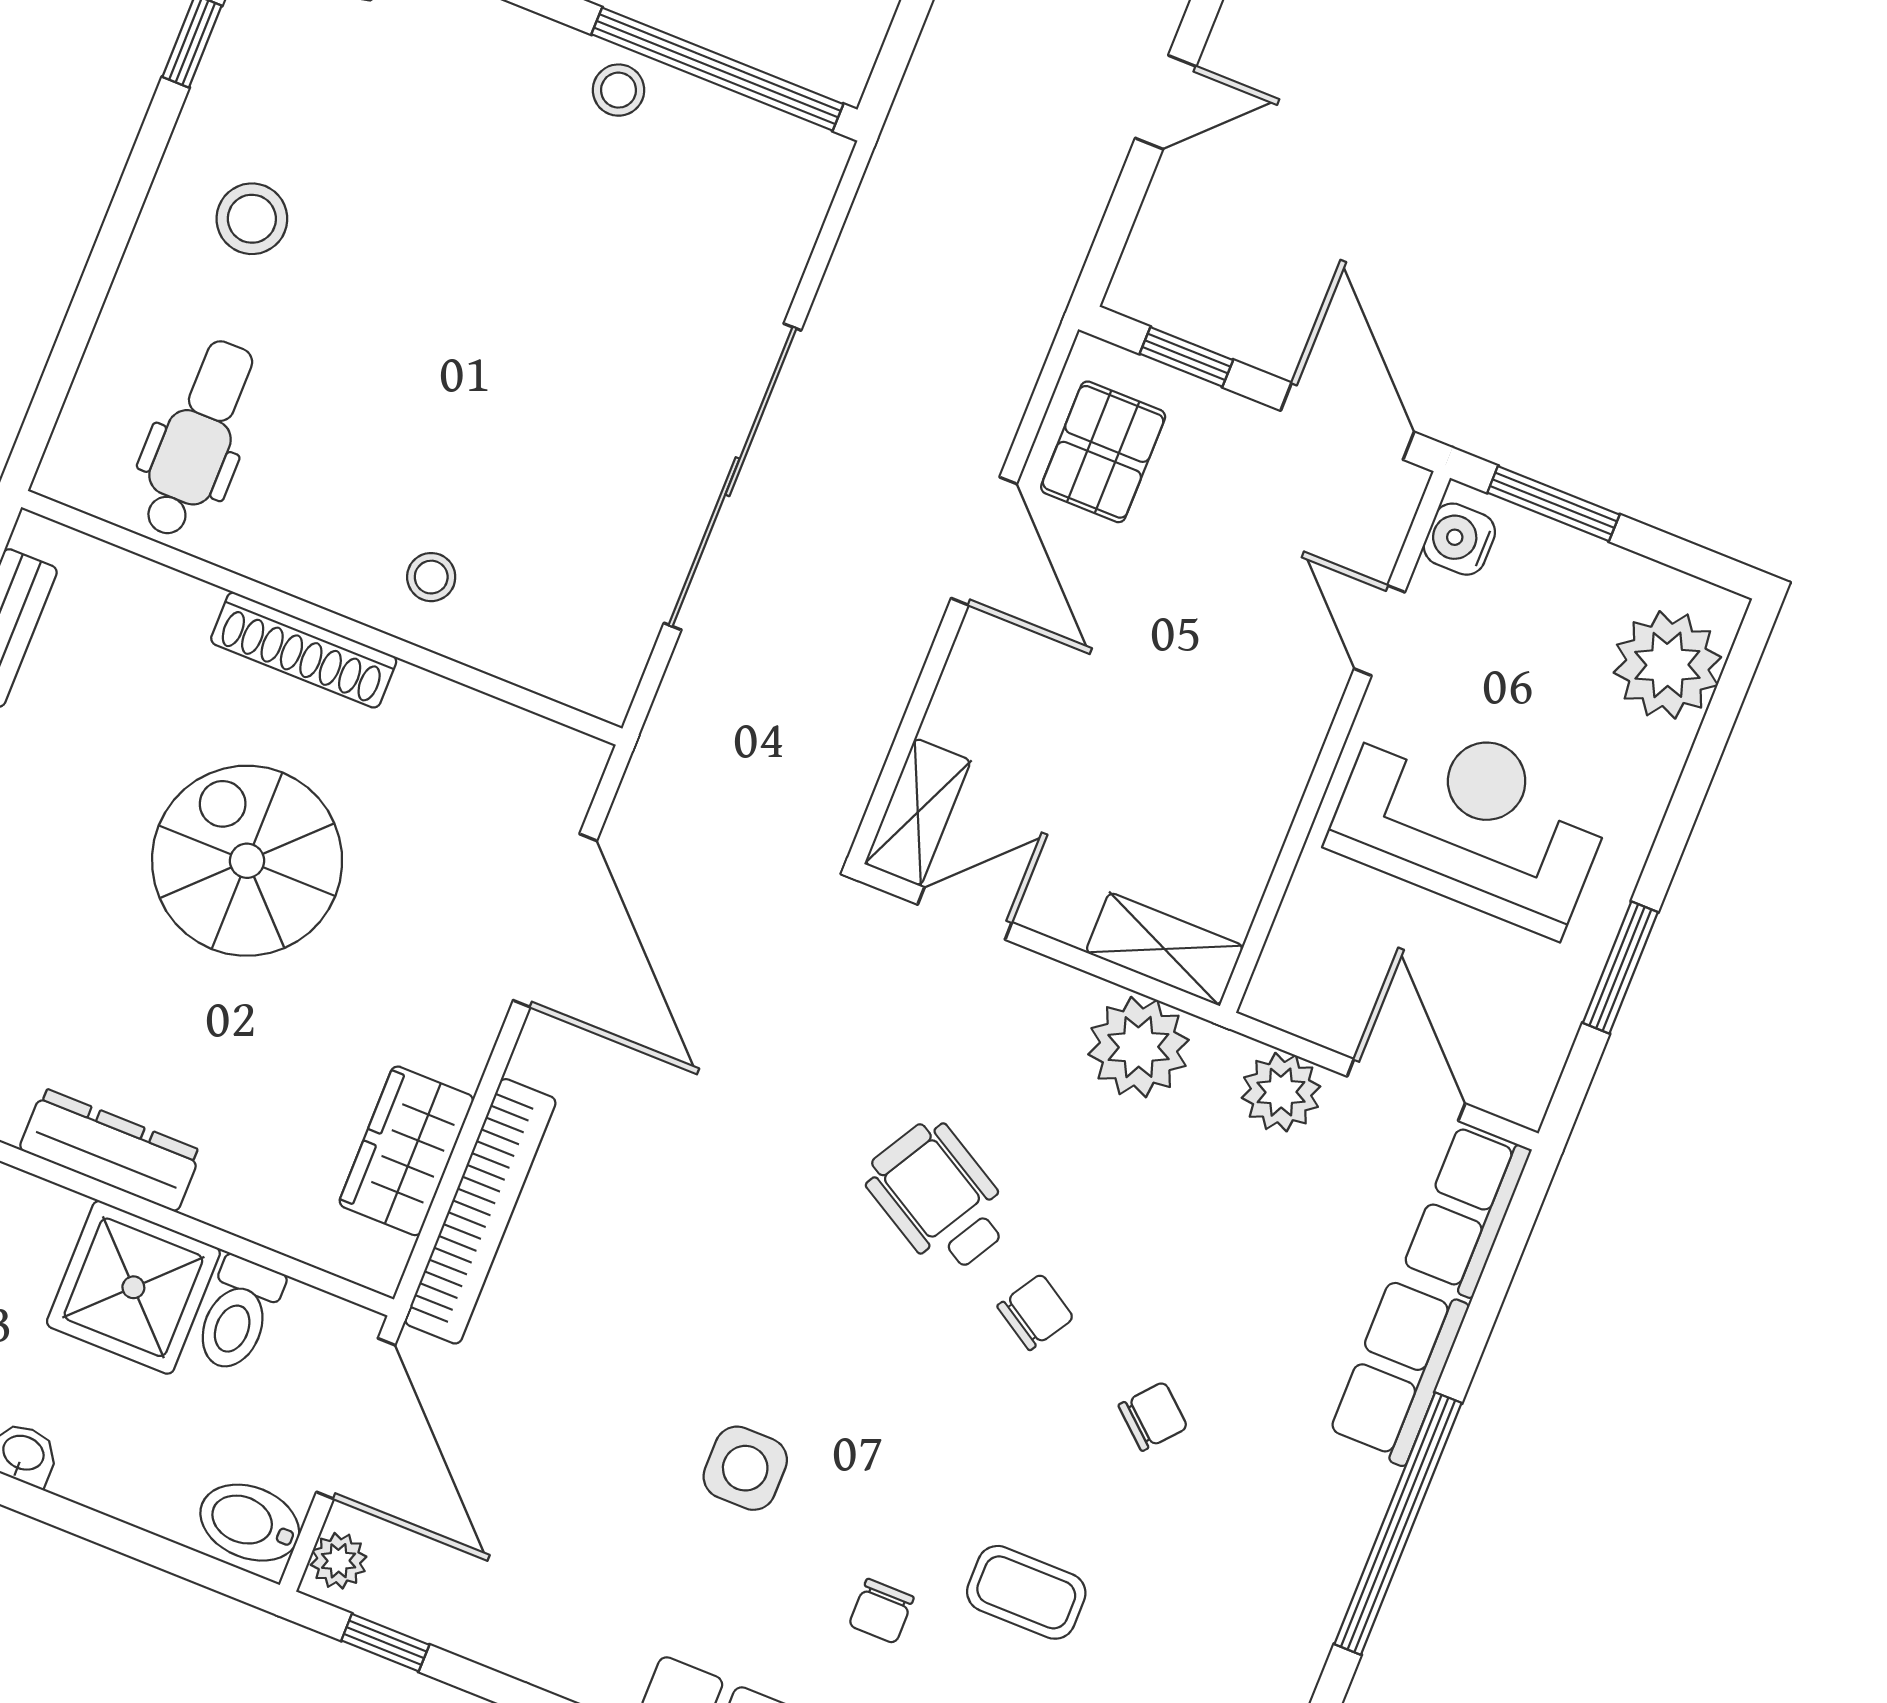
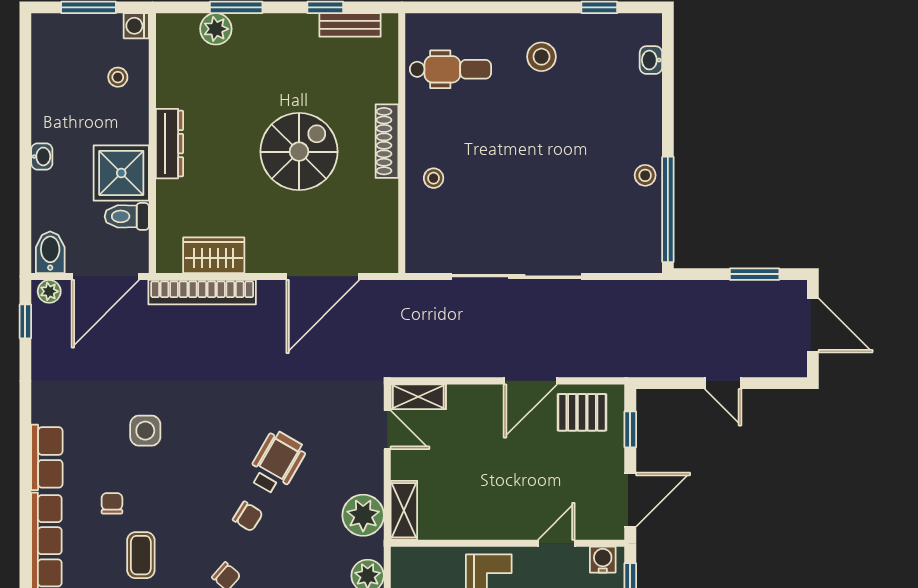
chair: (881, 1611) -> (112, 503), turned 90

